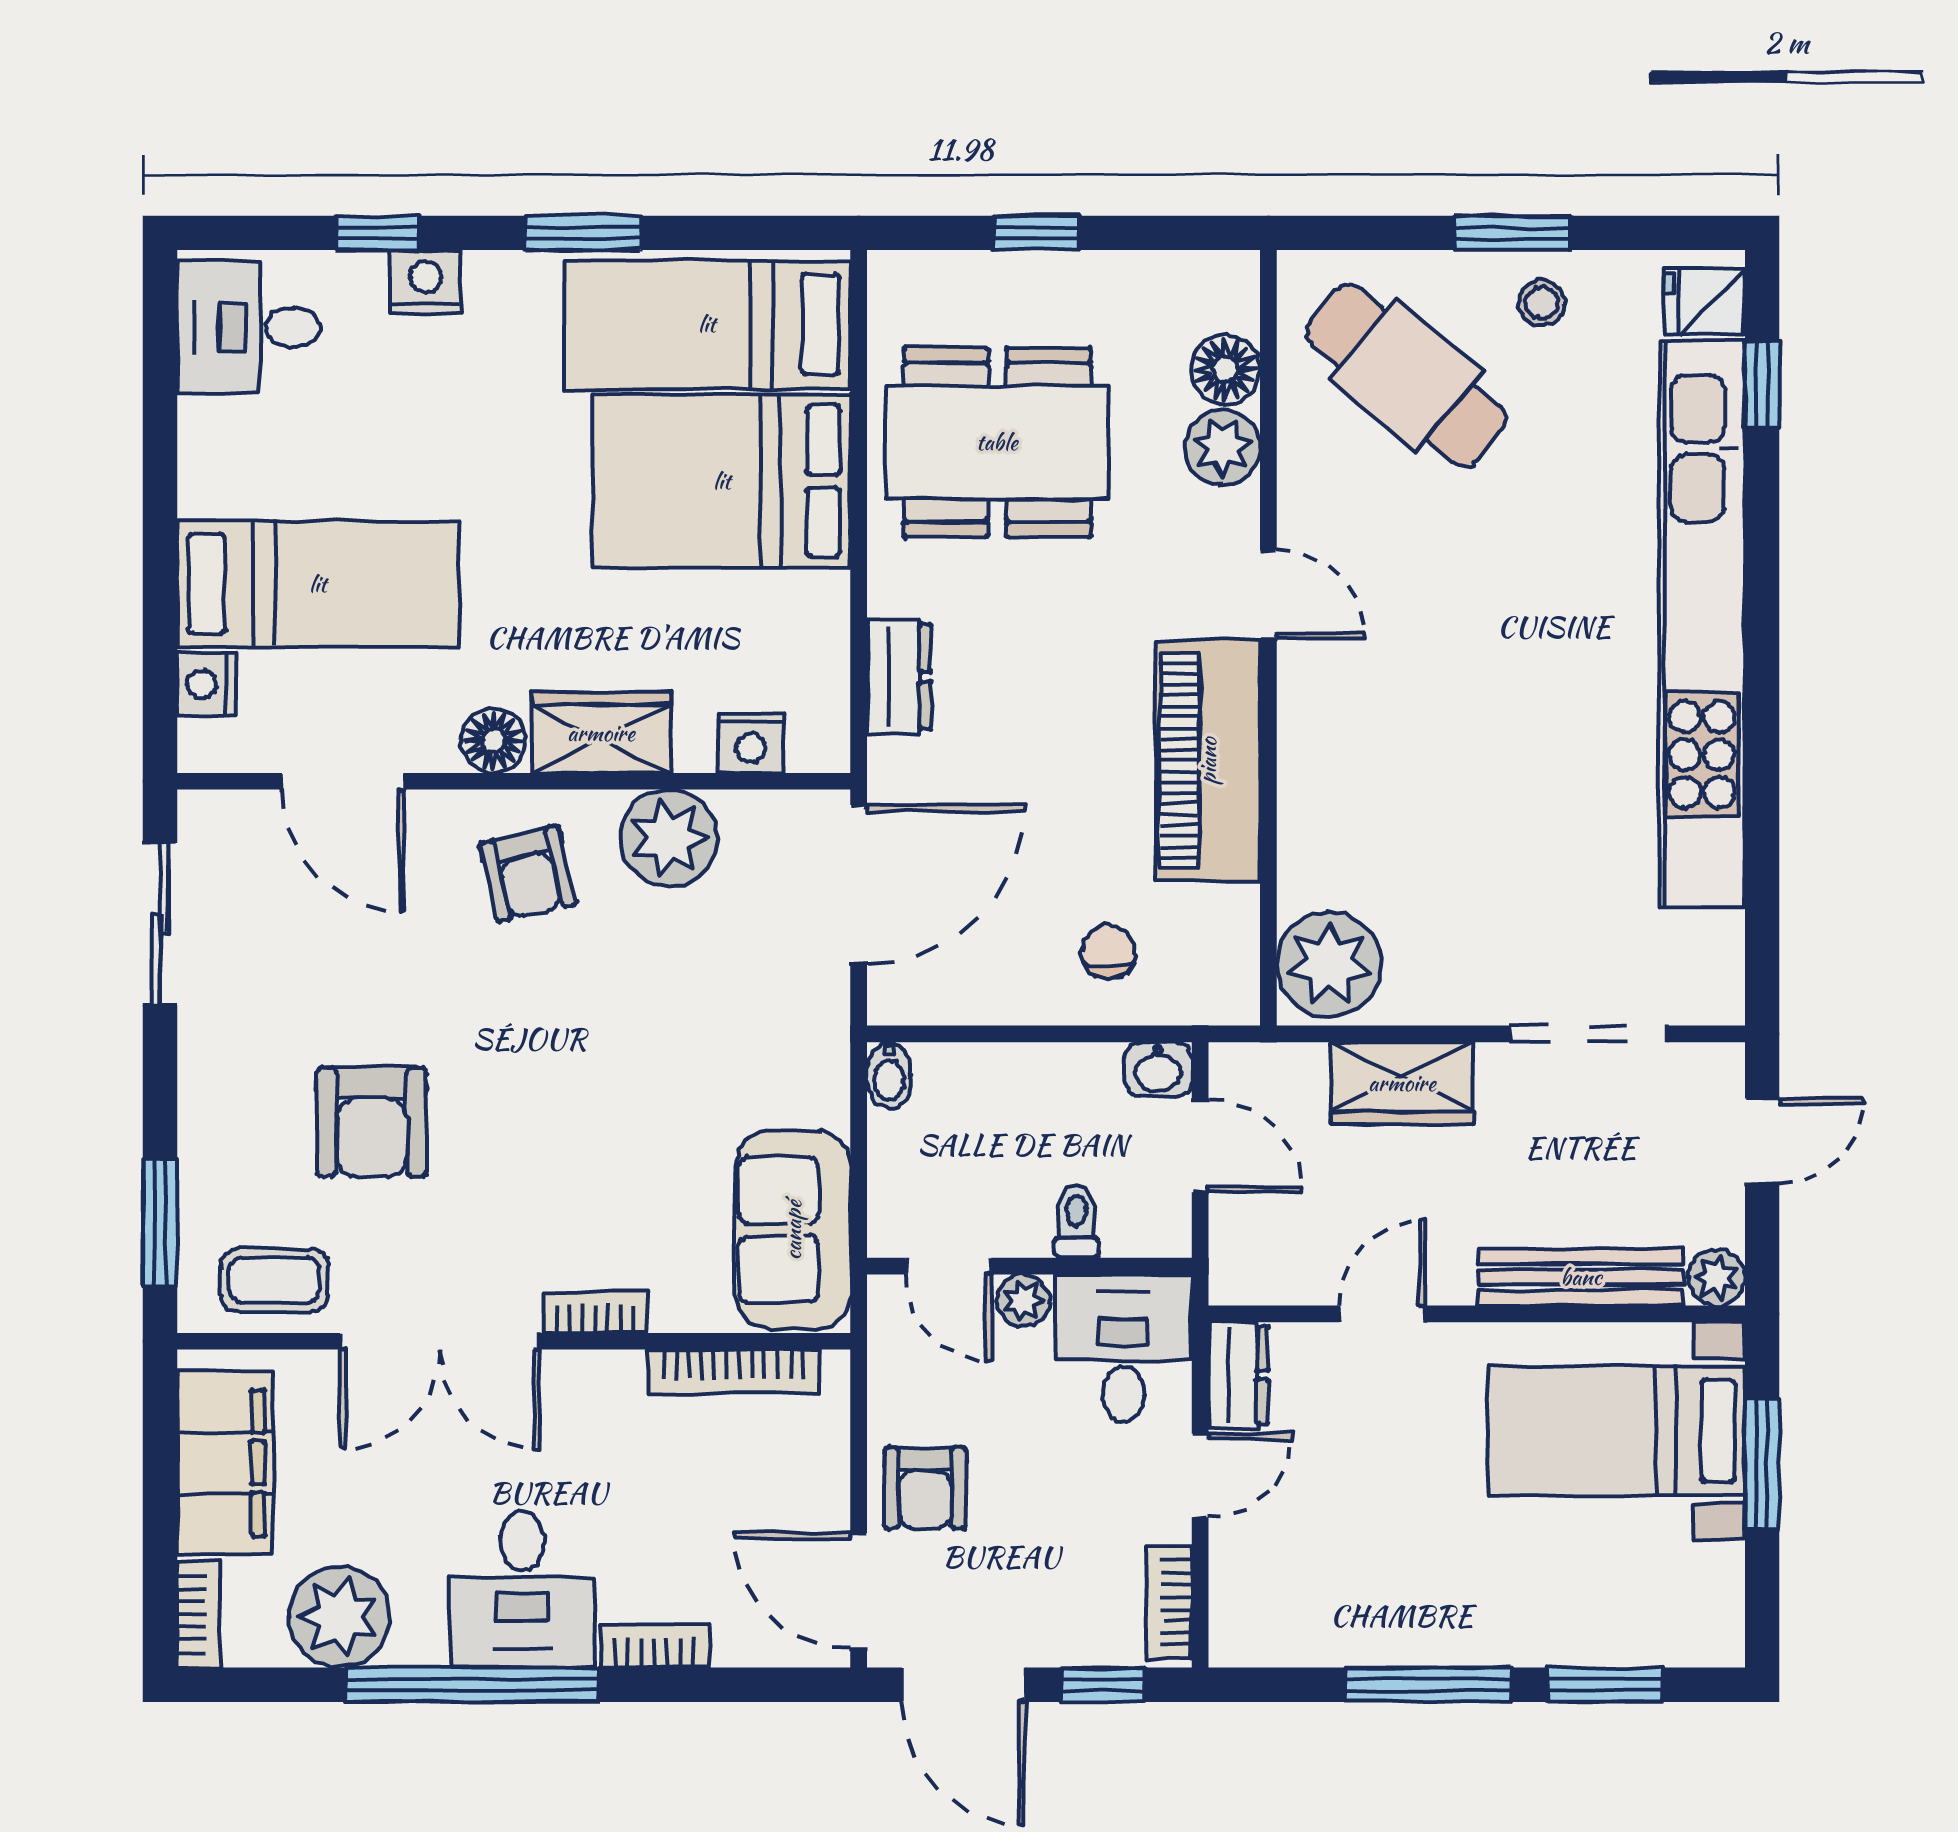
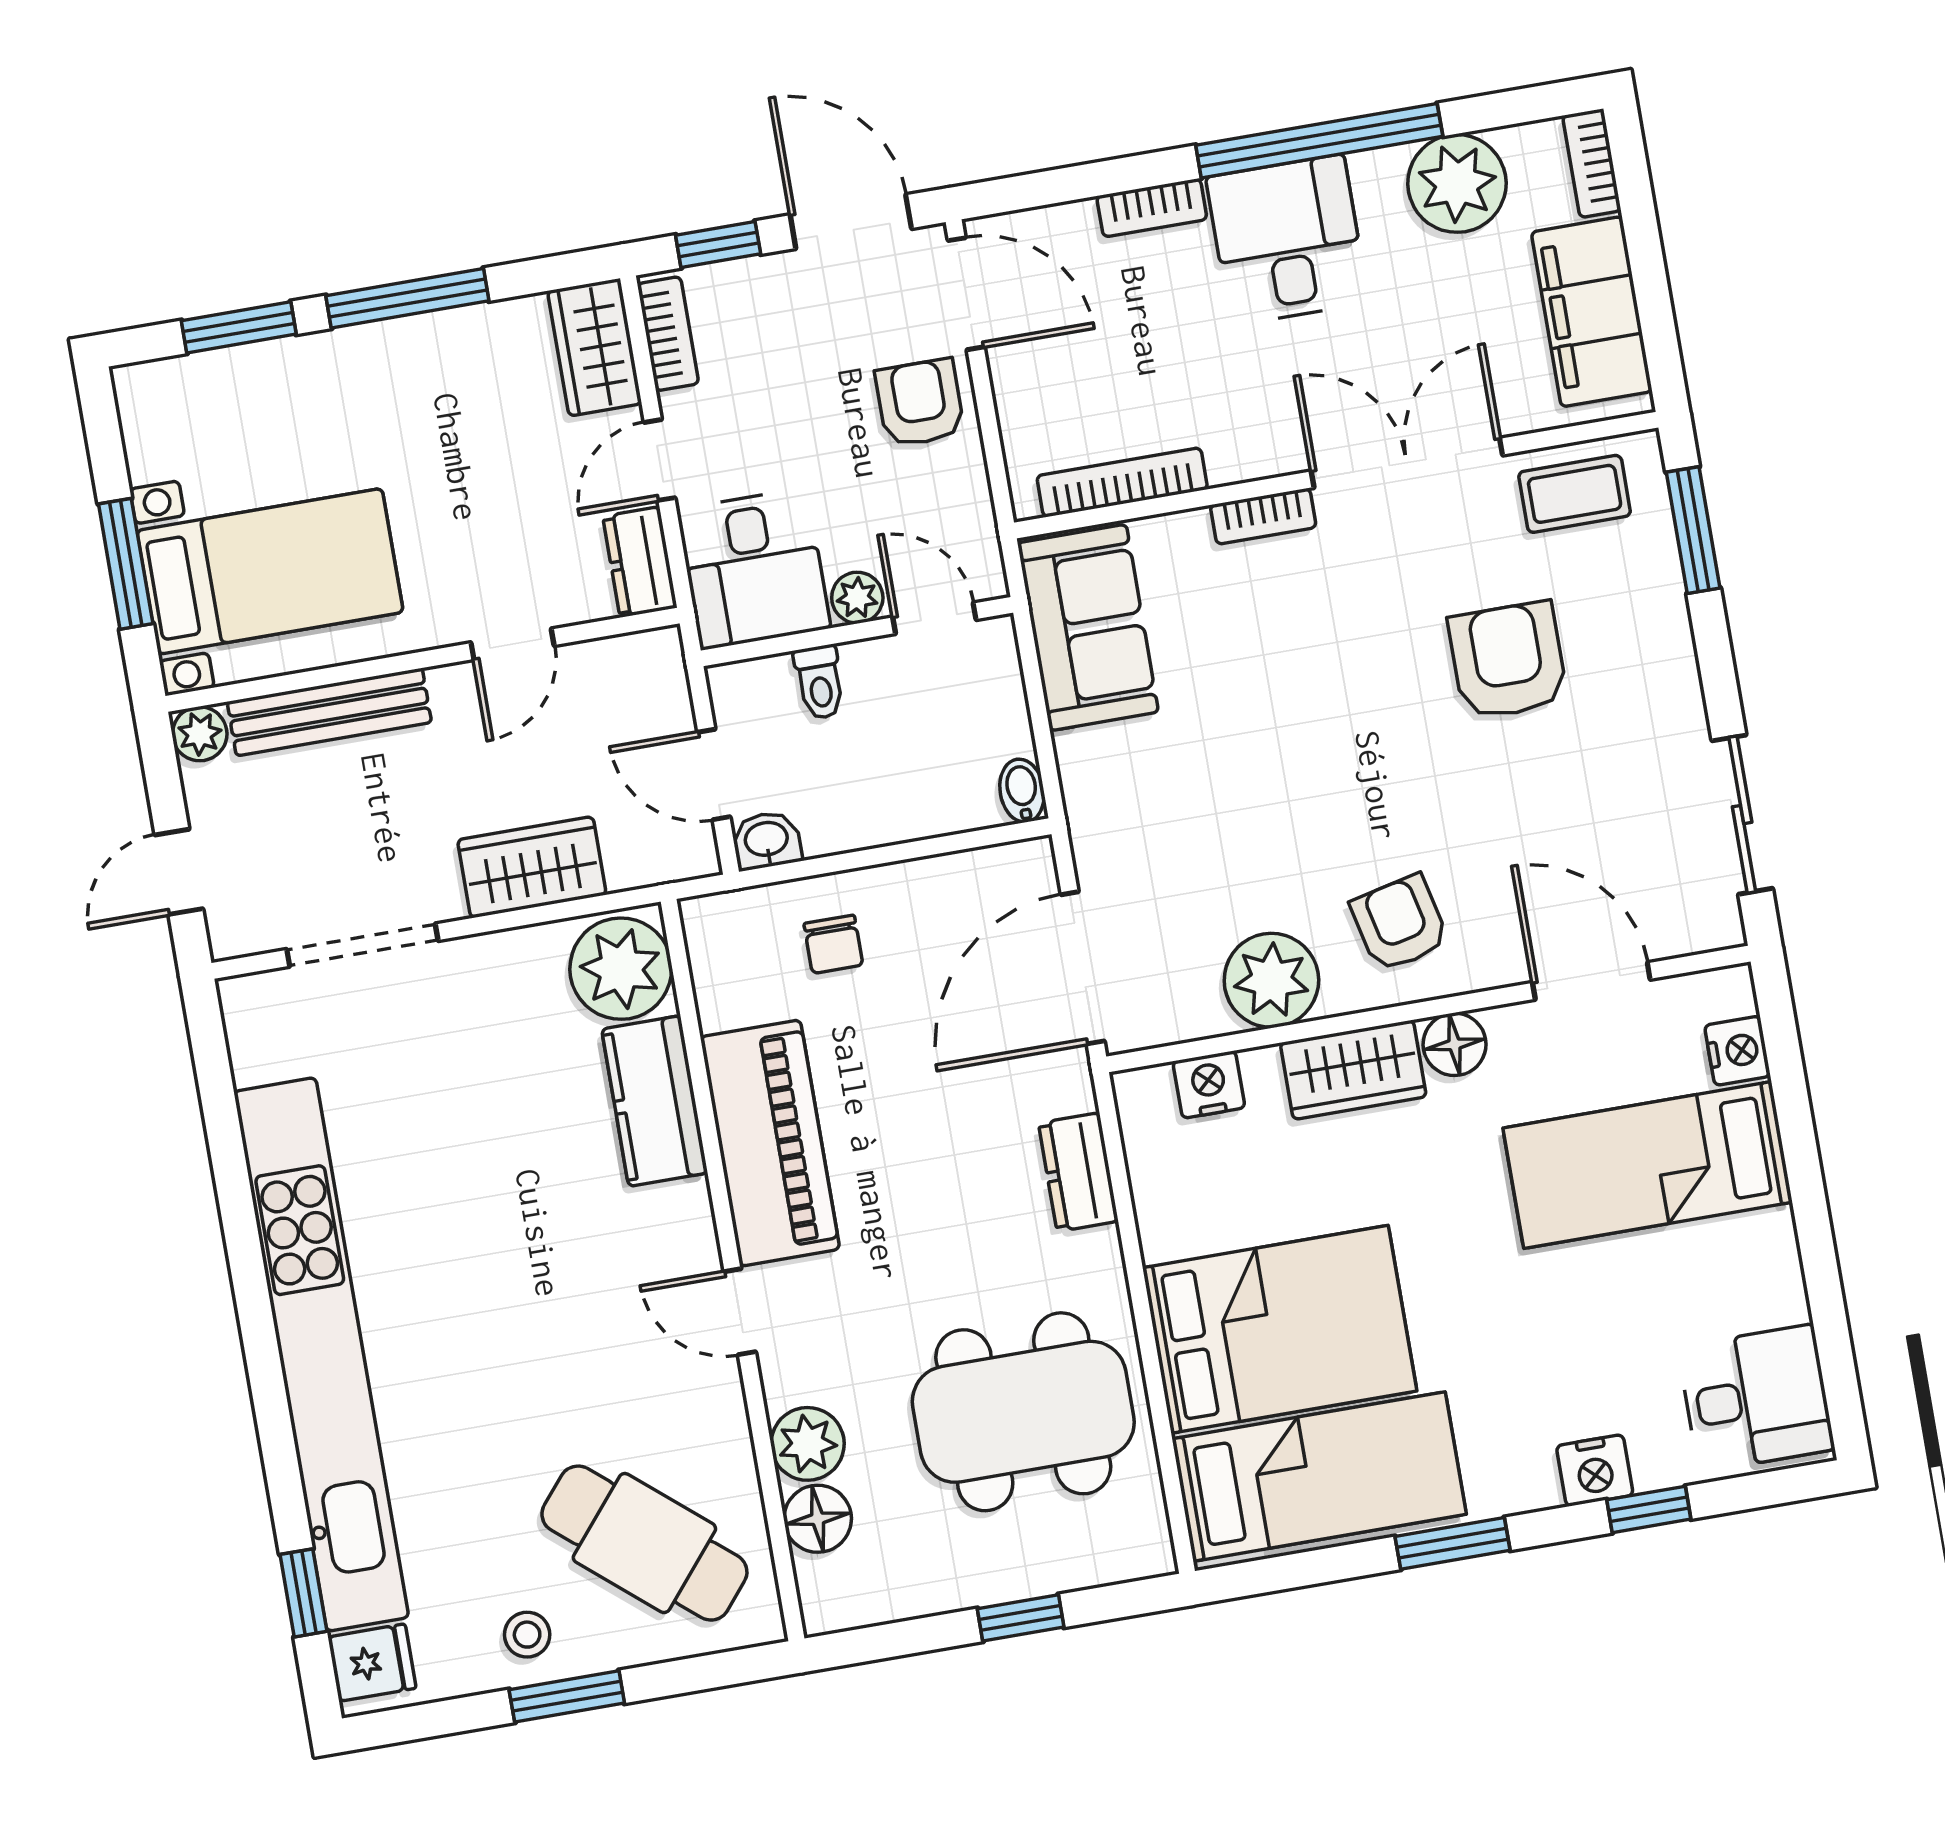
kitchen counter: (1318, 824) -> (655, 1101), added
wardrobe: (1246, 1602) -> (595, 347), added

